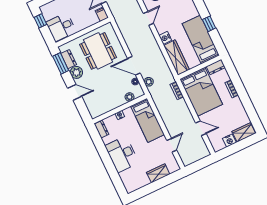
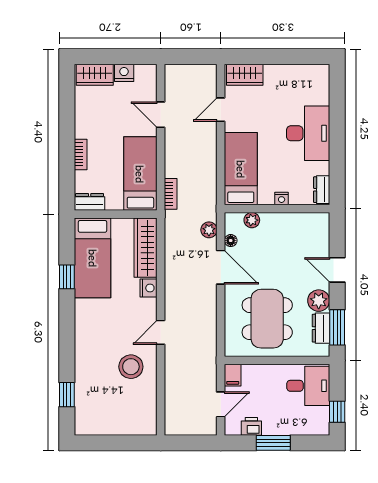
bed: (201, 92) -> (140, 174), width x0.67
wardrobe: (158, 173) -> (245, 75), moved

